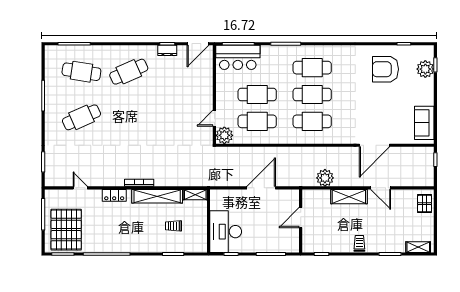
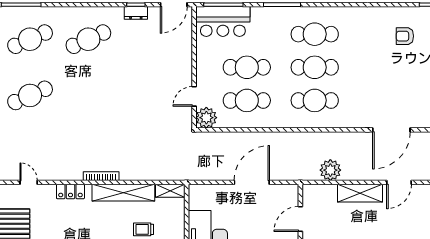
armchair: (385, 69) -> (405, 36), width x0.53, depth x0.53
cafe table: (81, 72) -> (30, 39), turned -33
door: (381, 188) -> (399, 182), hinge flipped

